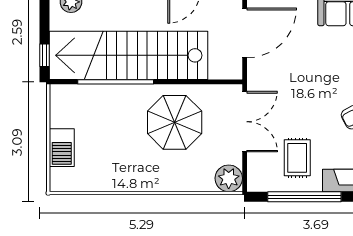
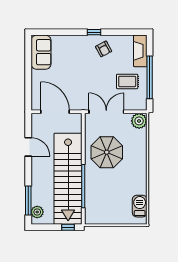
barbecue: (62, 148) -> (140, 206), moved, turned -90

